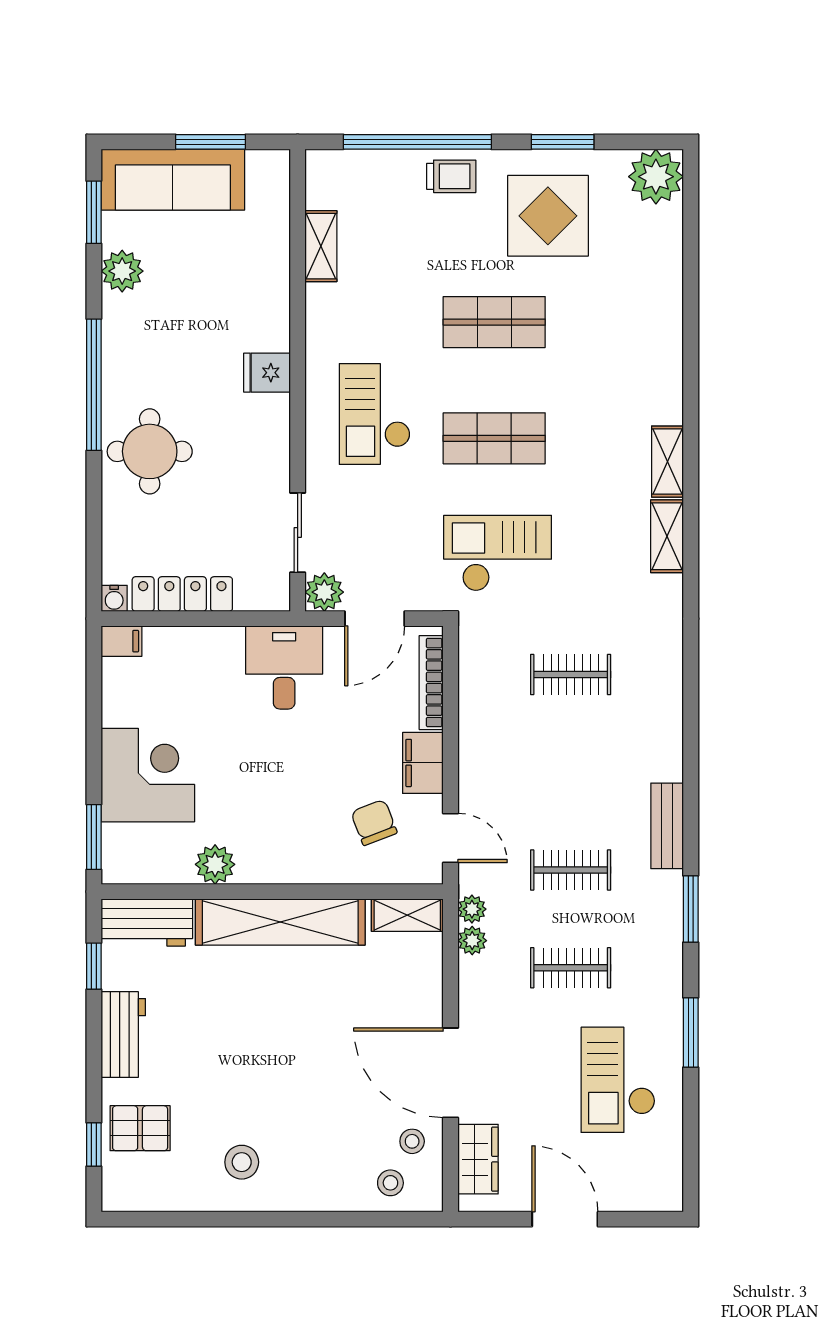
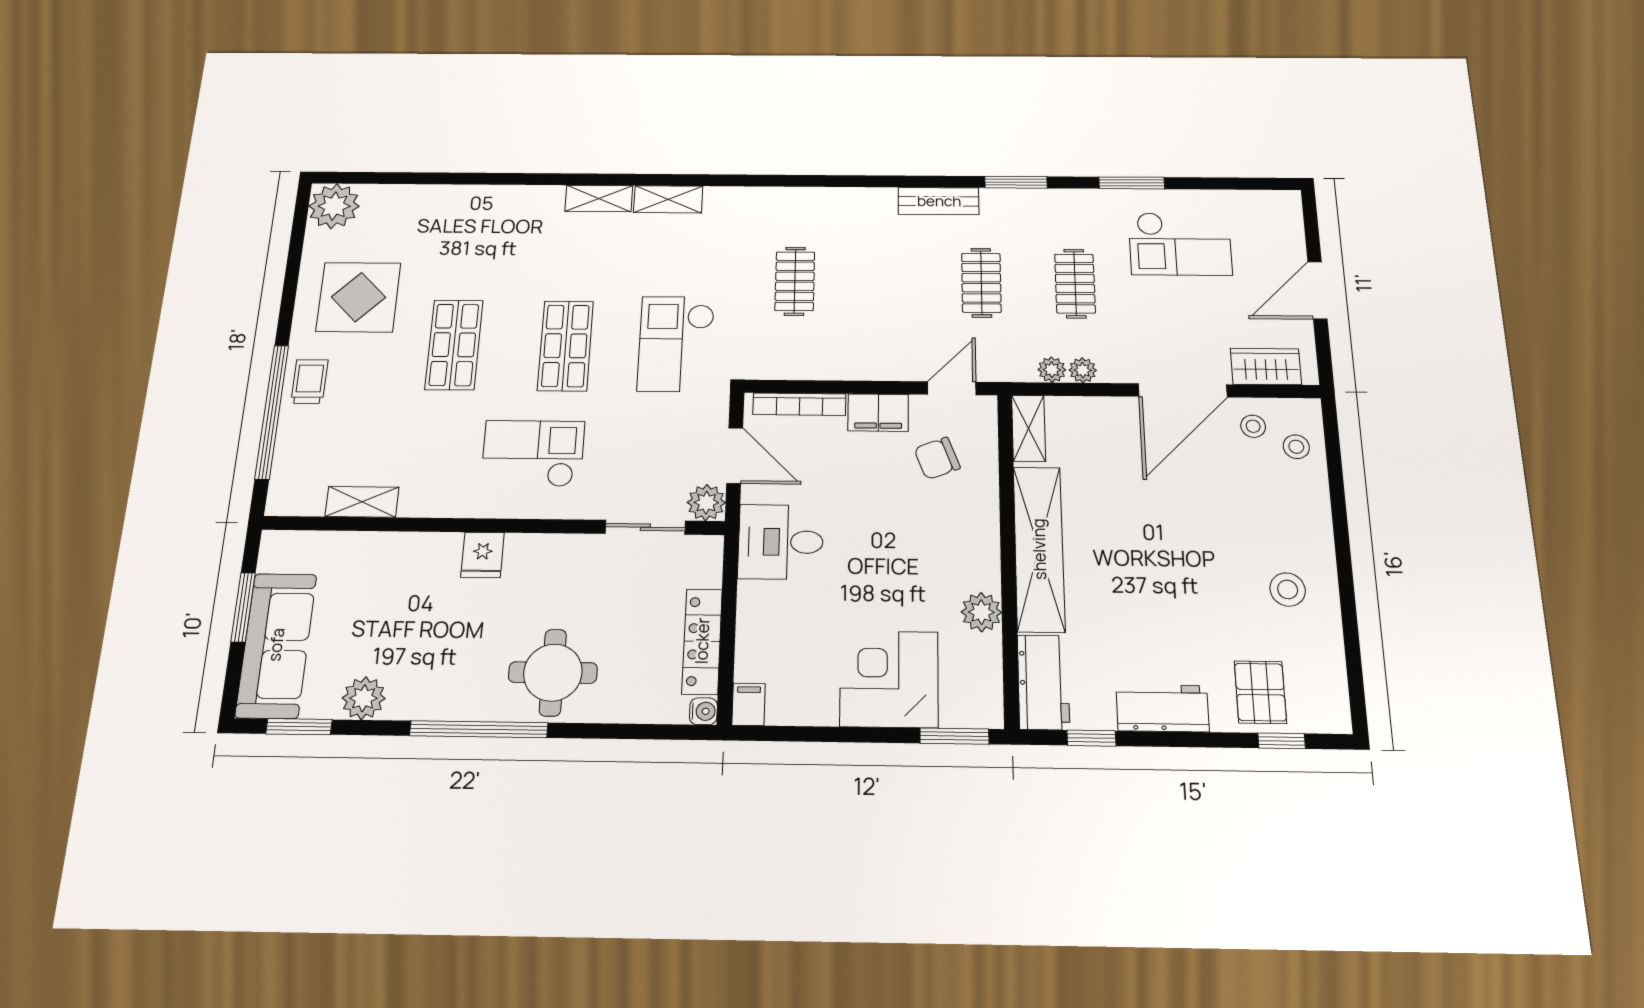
window: (563, 142) -> (290, 284), removed
checkout: (375, 414) -> (533, 453), turned 180
plant: (472, 909) -> (1083, 370), moved

